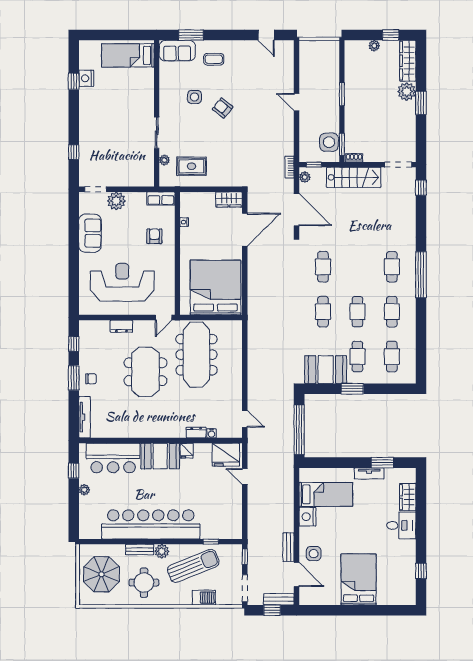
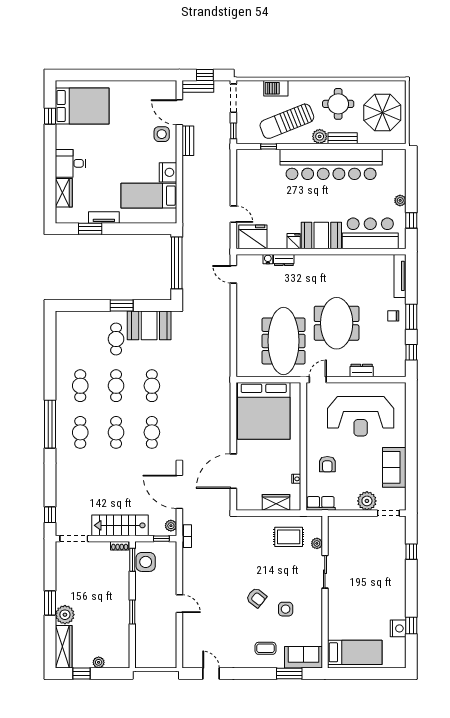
wardrobe: (229, 199) -> (276, 502), moved
cafe table: (392, 357) -> (116, 432), moved
bed: (359, 579) -> (82, 106), moved, turned -90

